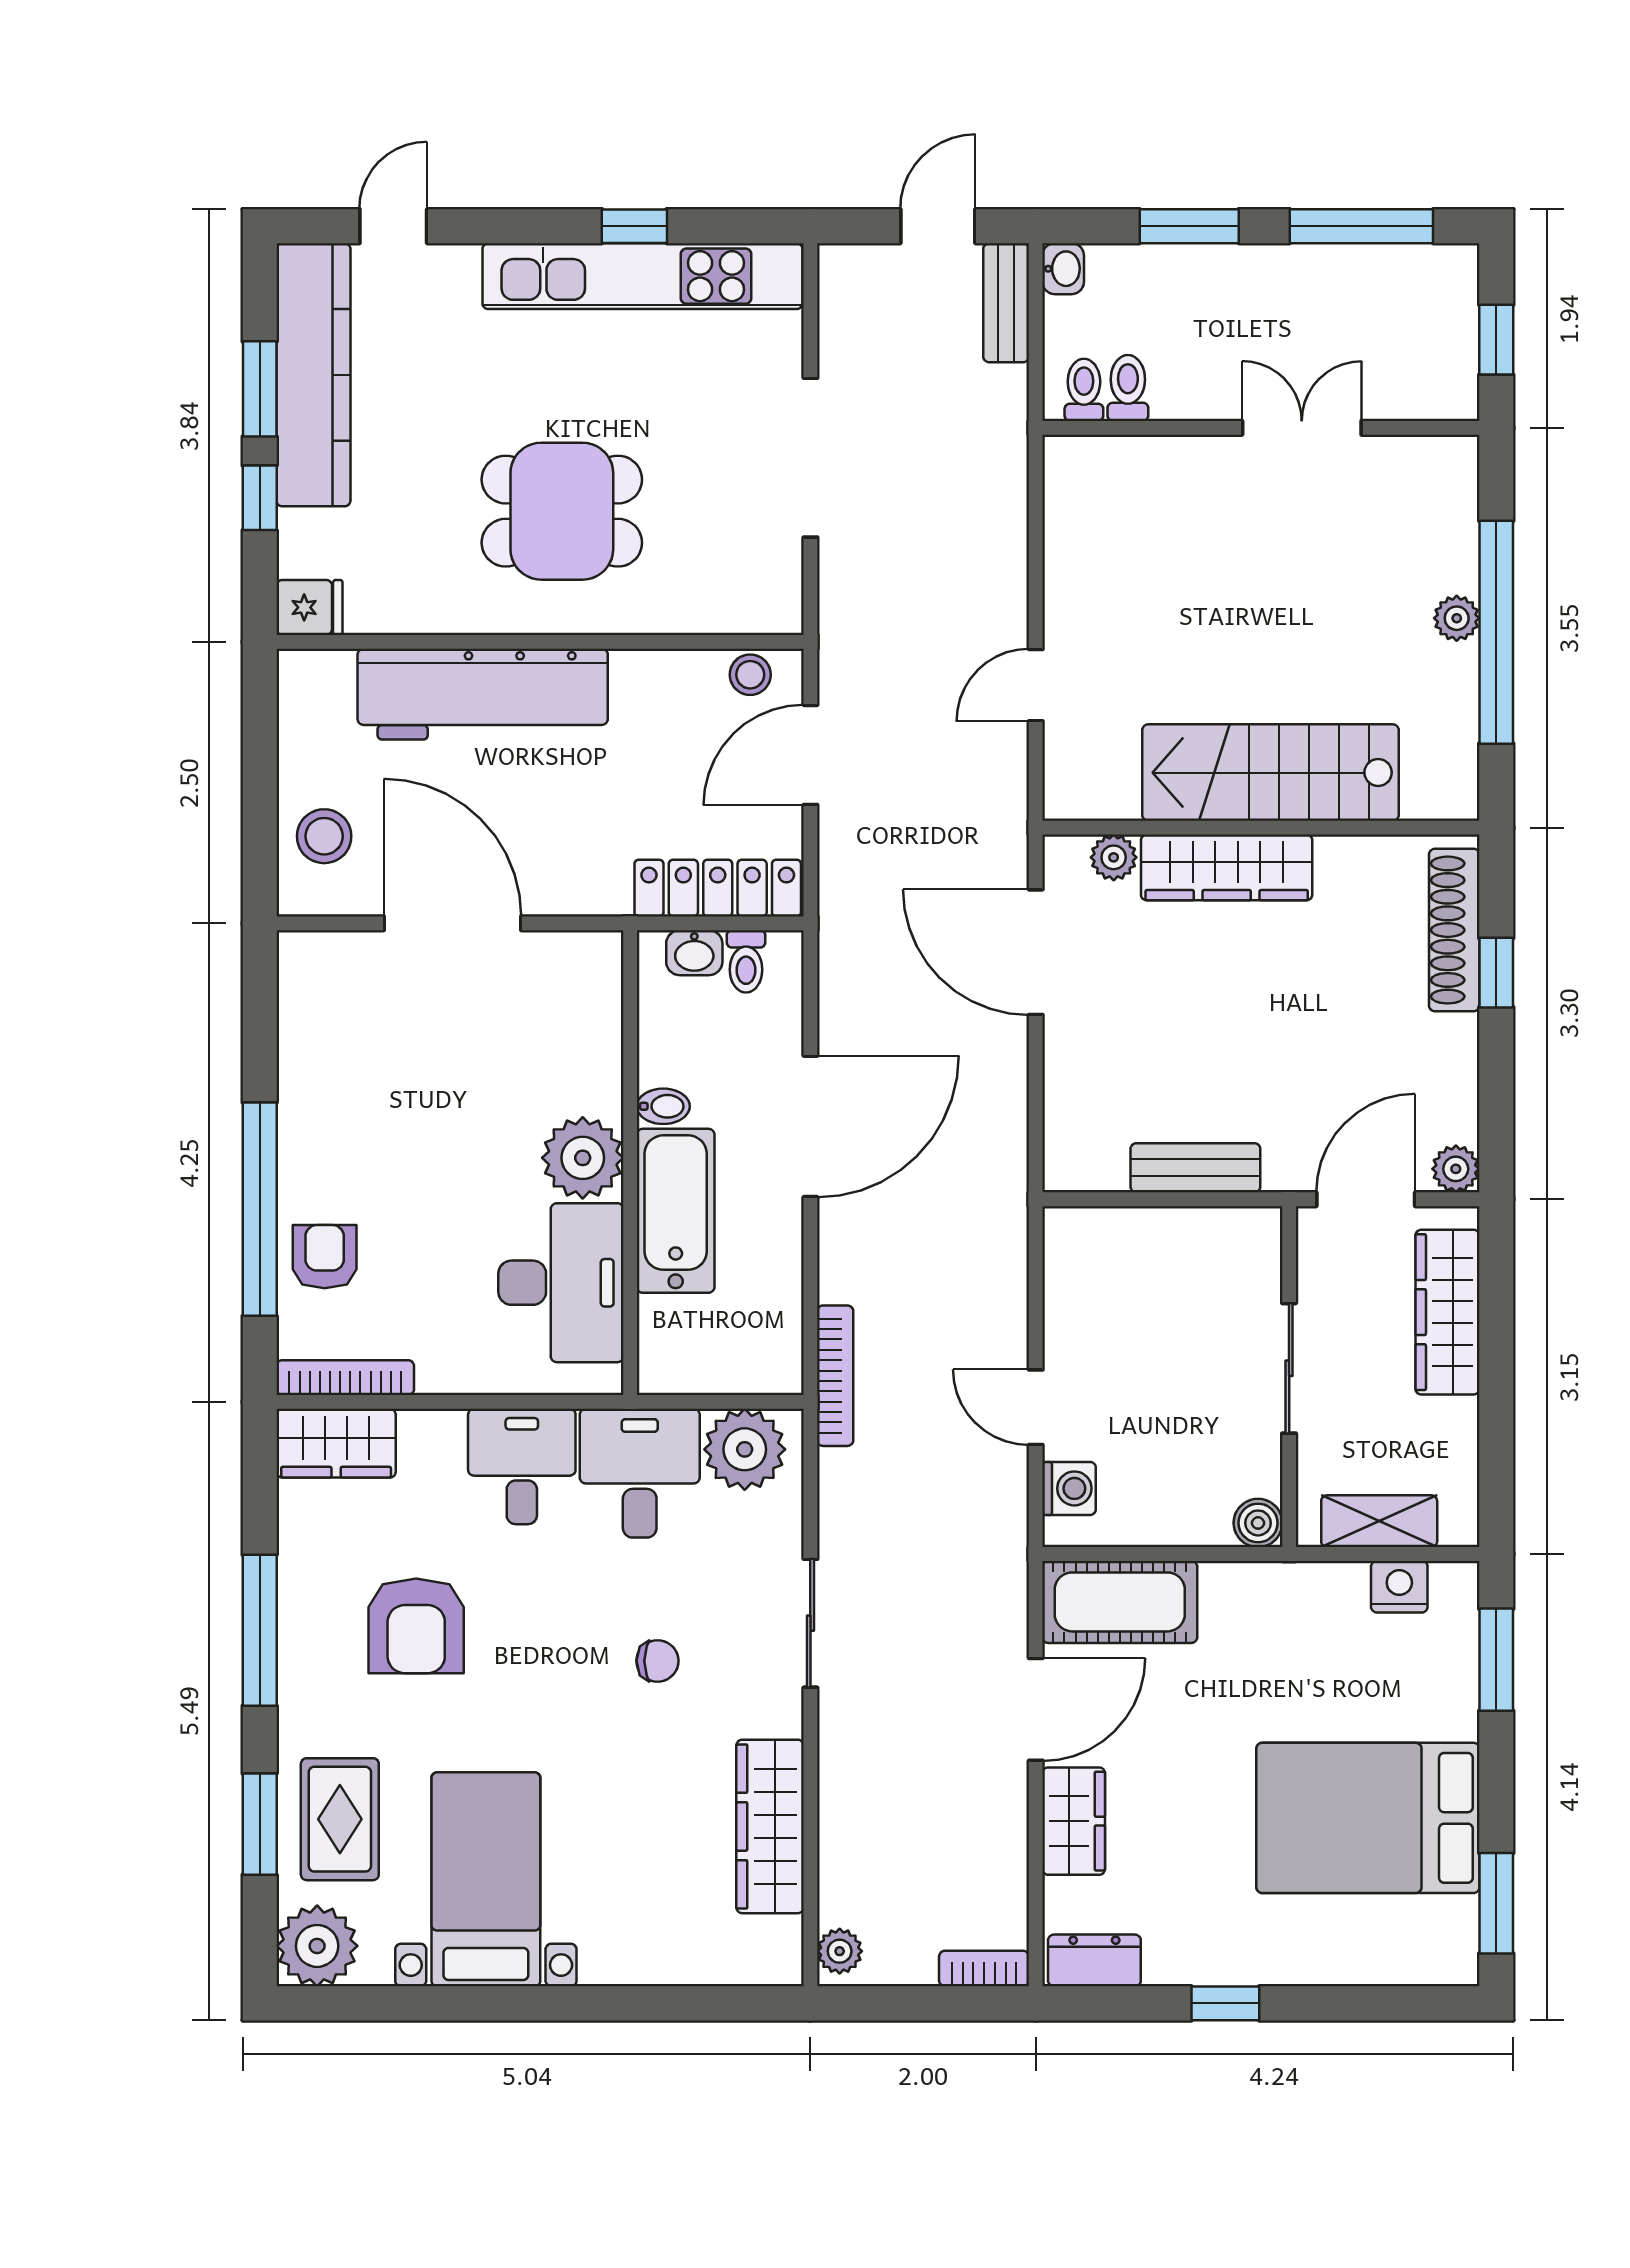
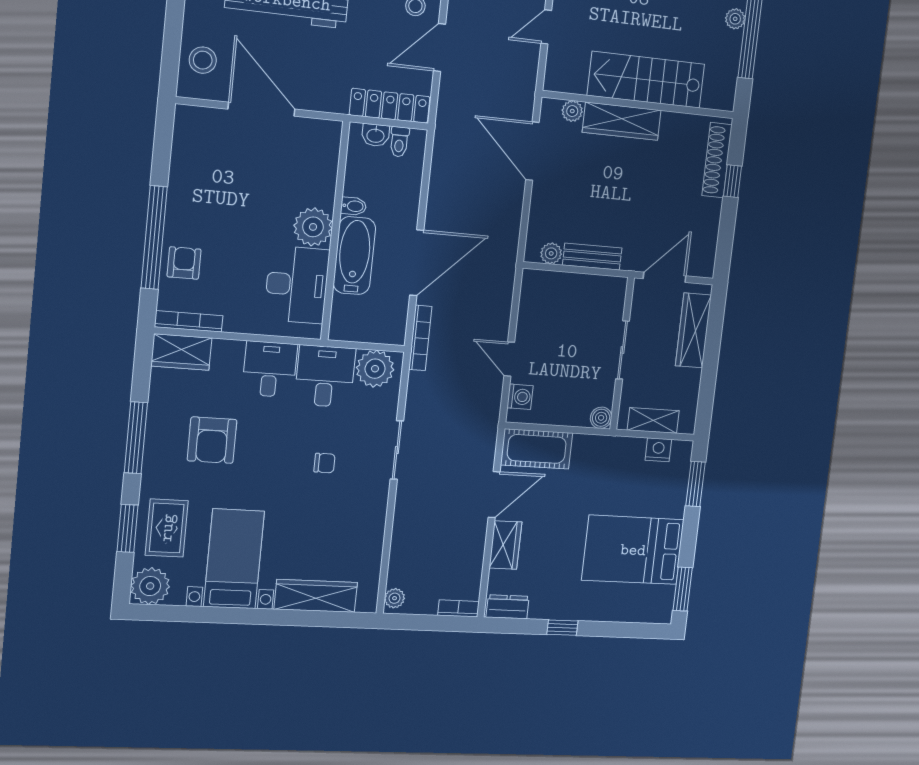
door: (810, 1126) -> (417, 263), moved
plant: (1456, 1169) -> (551, 253), moved
wardrobe: (770, 1826) -> (316, 596), moved, turned 90

